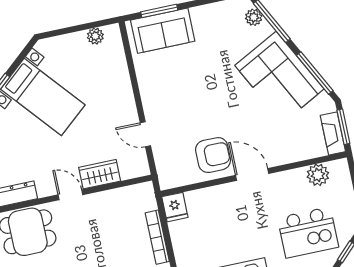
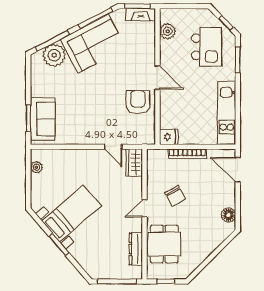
plant: (254, 17) -> (54, 55), width x1.88, depth x1.88
door: (145, 134) -> (113, 147), hinge flipped
wardrobe: (100, 174) -> (134, 163), moved
door: (252, 174) -> (157, 77), swing flipped
chair: (96, 233) -> (175, 196), added

